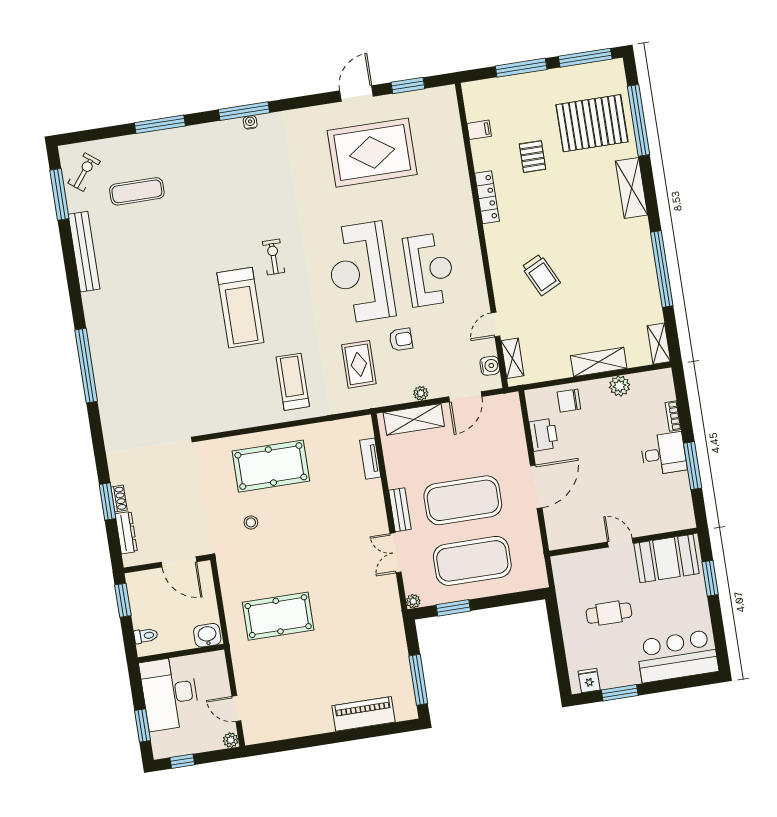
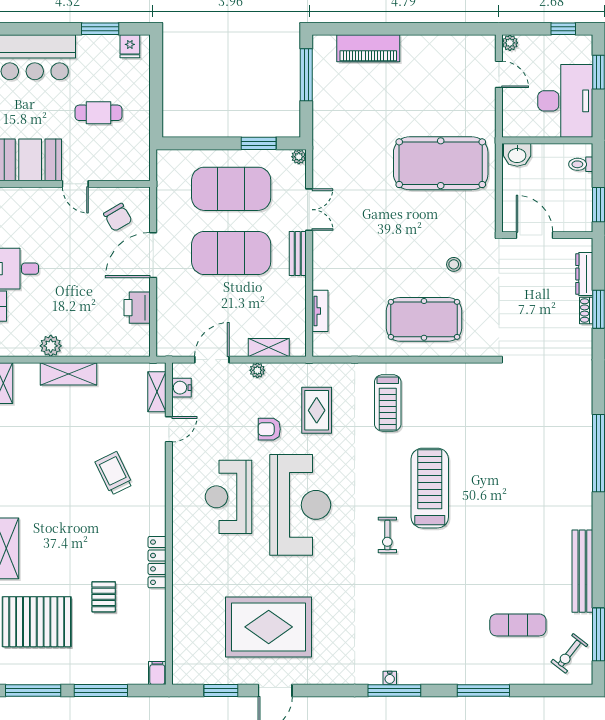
filing cabinet: (479, 130) -> (157, 673), moved, turned 90
chair: (569, 401) -> (118, 217), moved, turned 60
shelving: (414, 419) -> (269, 348), width x0.67, depth x0.75
pool table: (278, 616) -> (441, 163), width x1.36, depth x1.32

